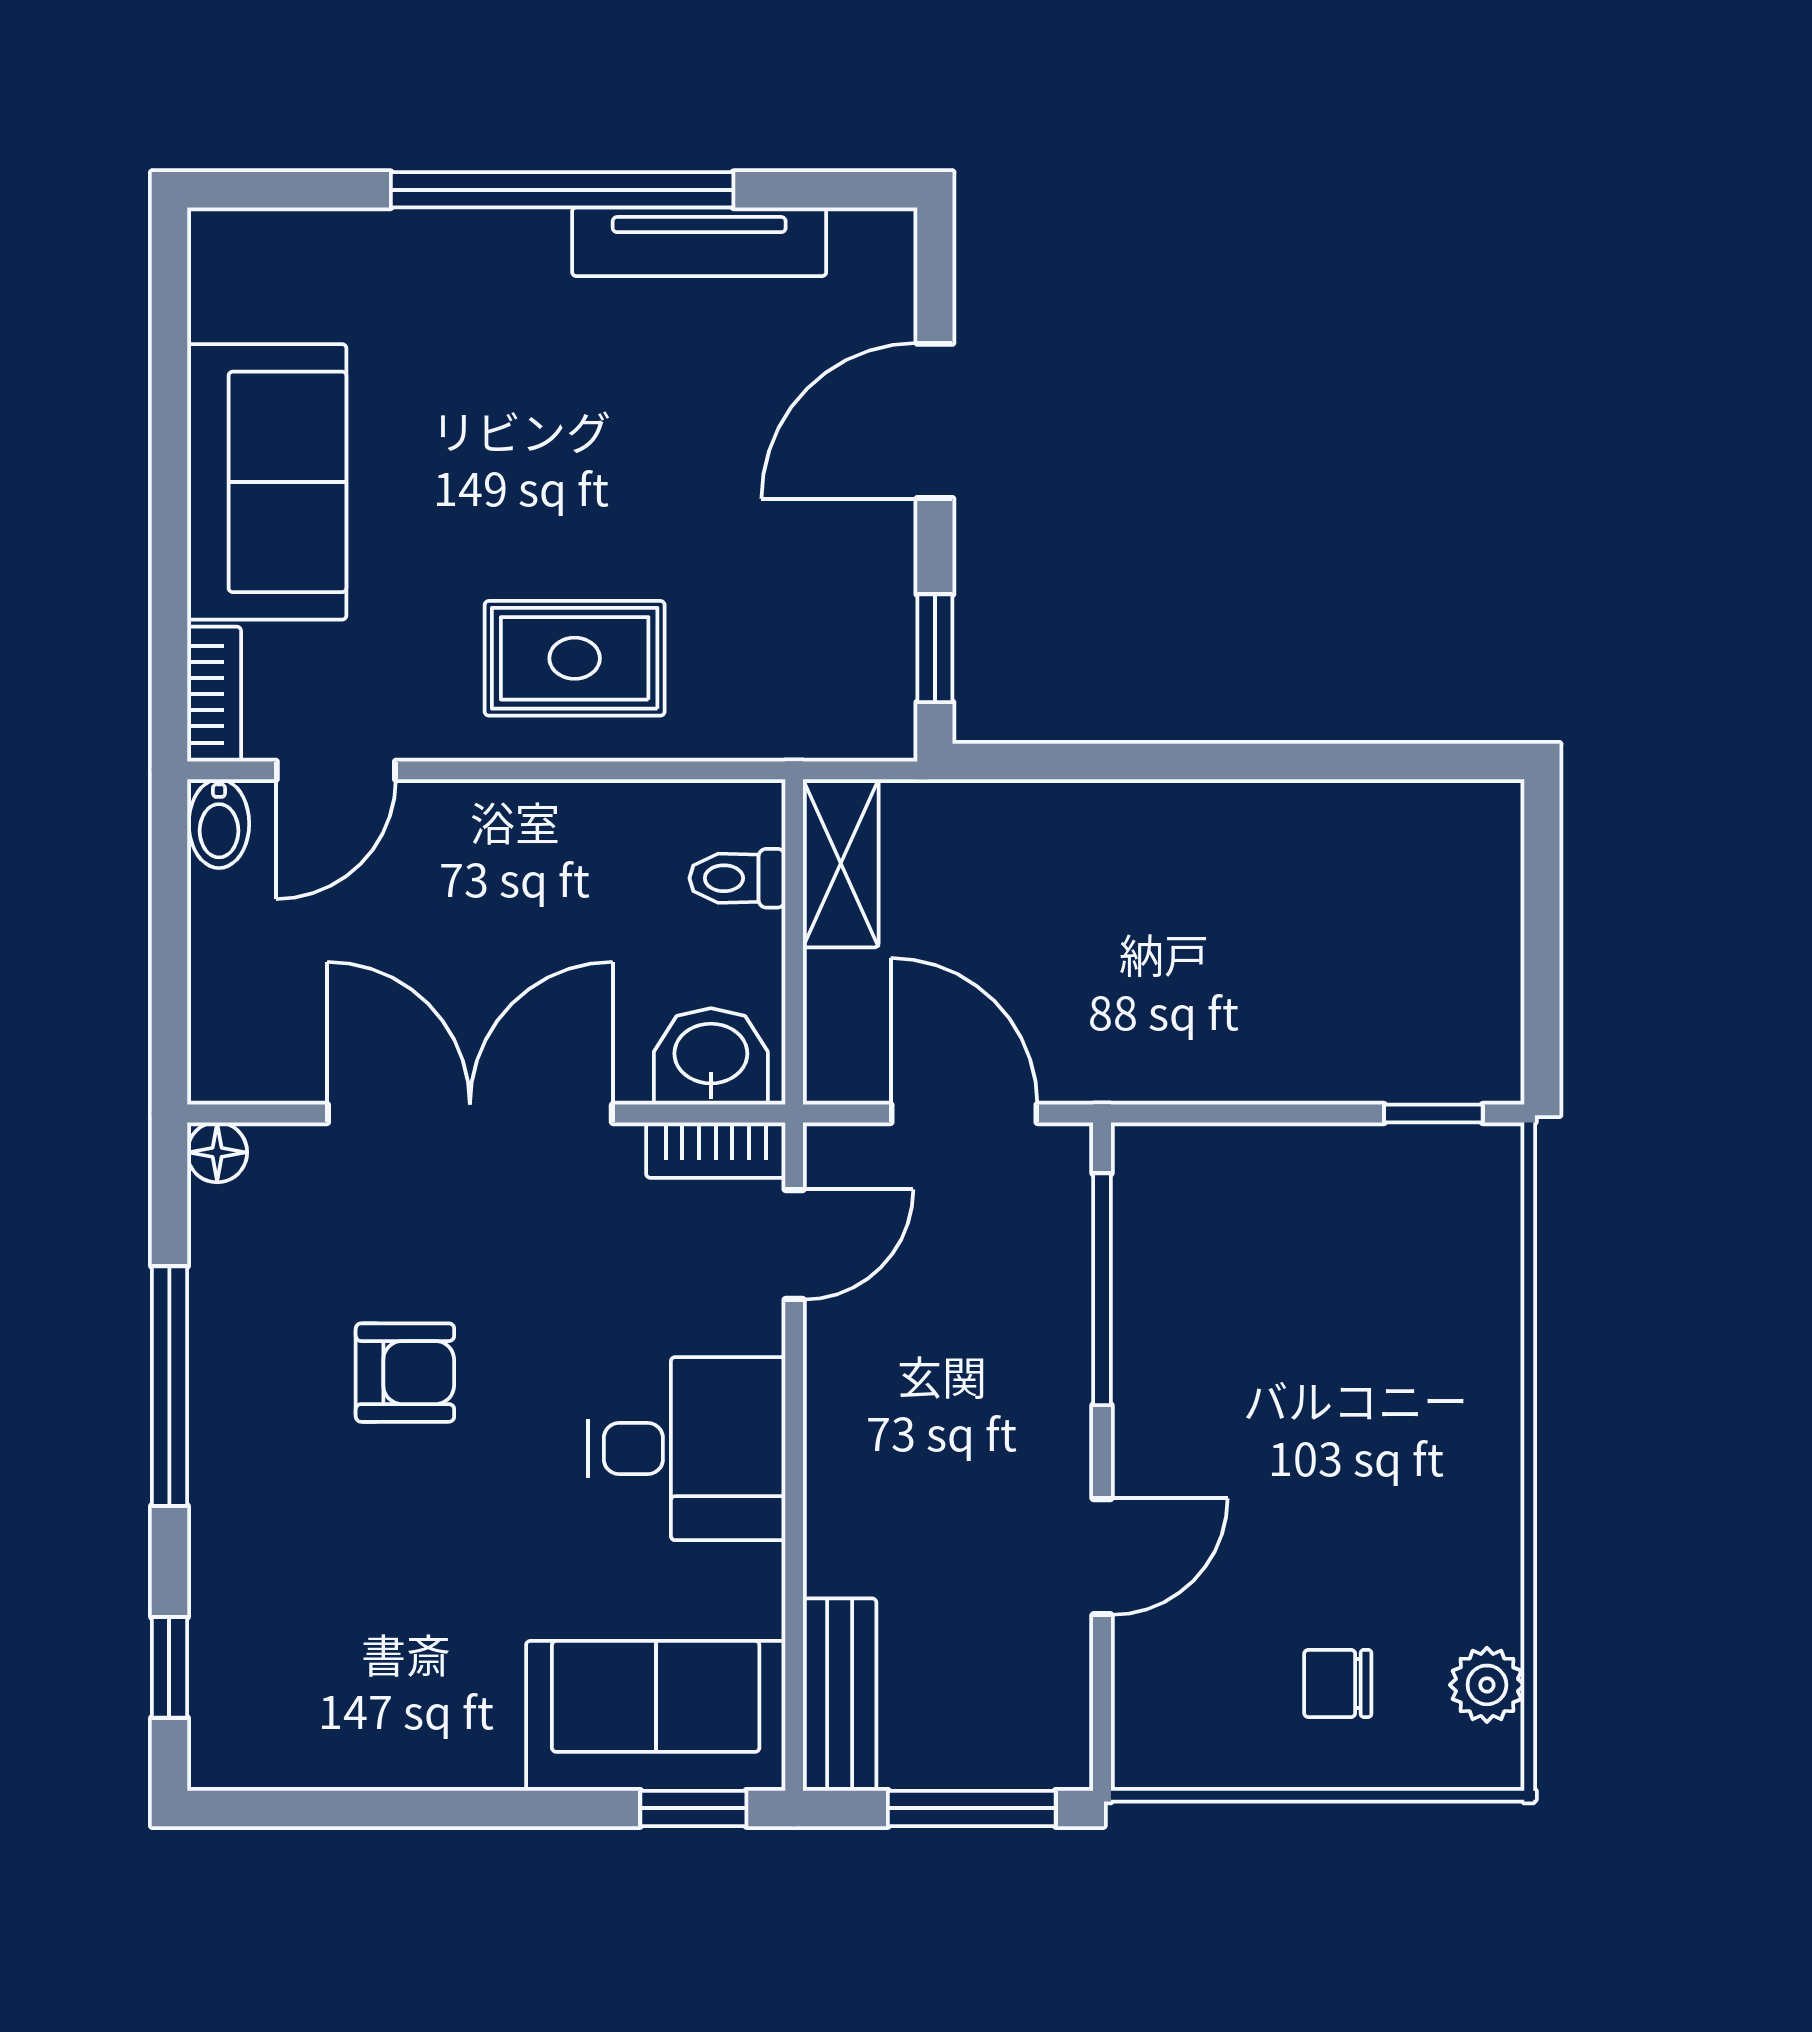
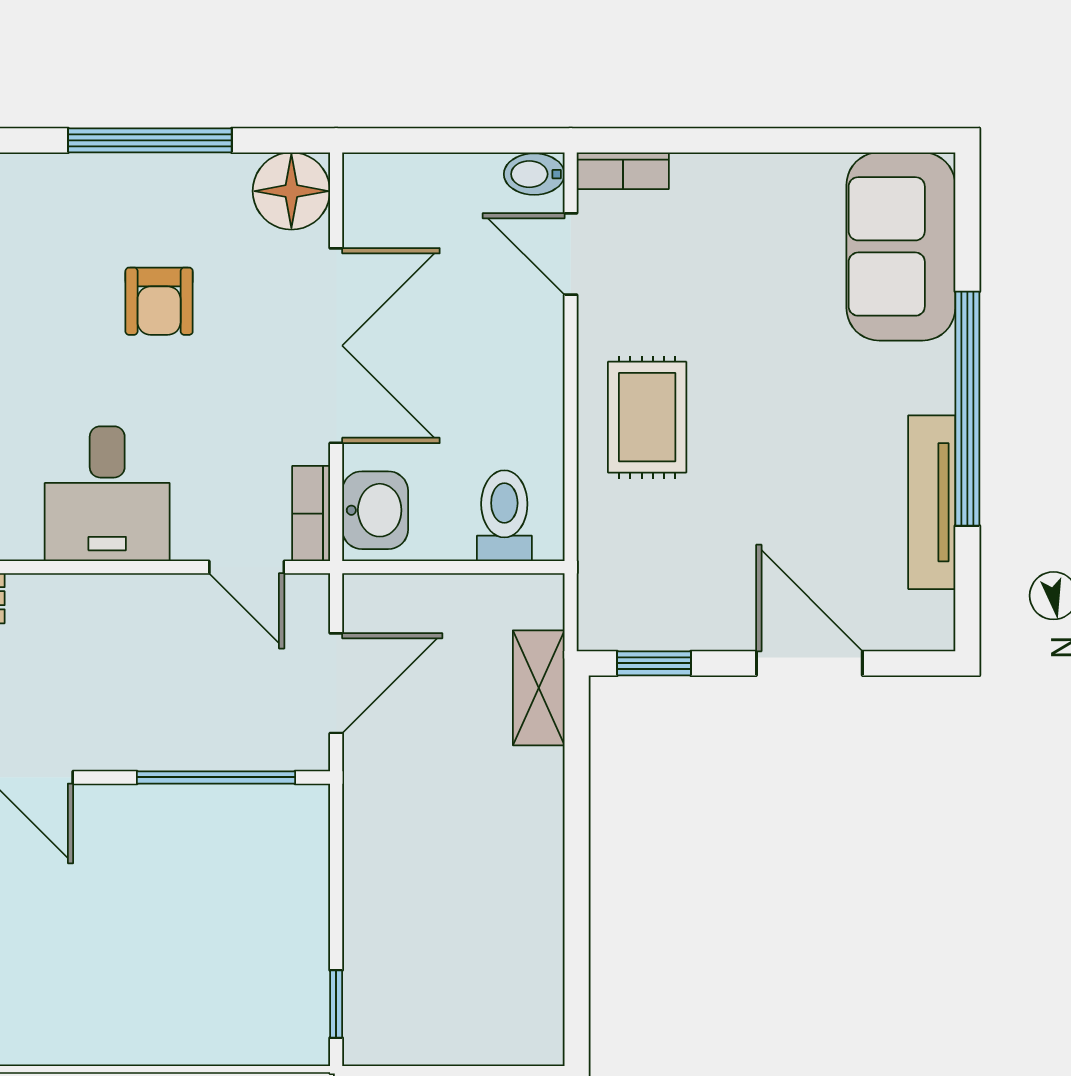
sofa: (267, 482) -> (901, 246), moved, turned 90
shelving: (841, 863) -> (539, 688), moved, turned 90
toilet: (737, 878) -> (504, 516), width x1.37, depth x1.39
floor lamp: (217, 1152) -> (291, 191), width x1.89, depth x1.89

